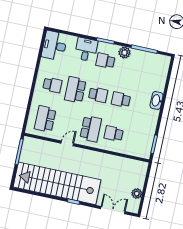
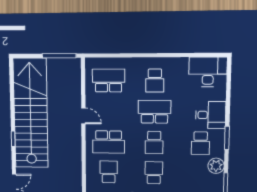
school desk: (105, 61) -> (201, 143), turned 180

